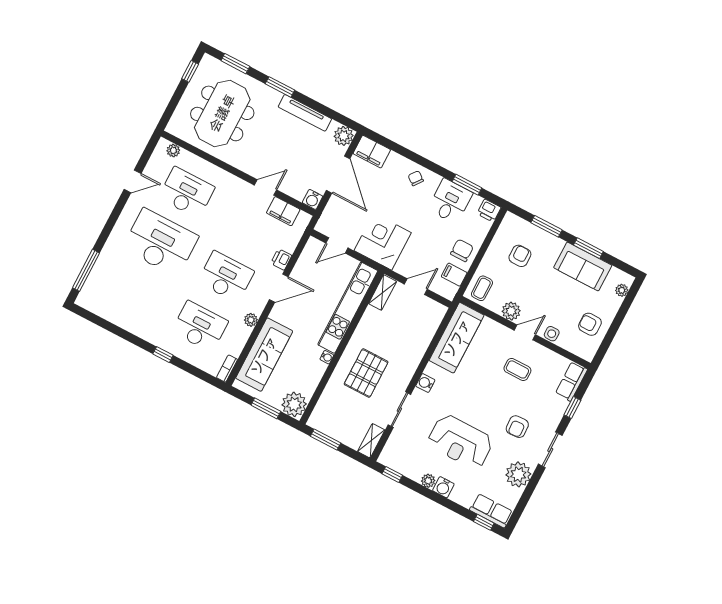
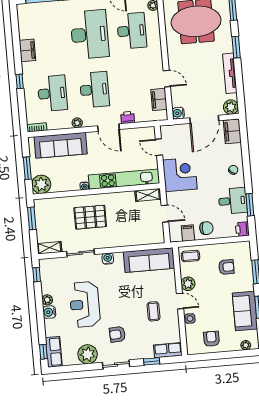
filing cabinet: (134, 324) -> (27, 50), added

